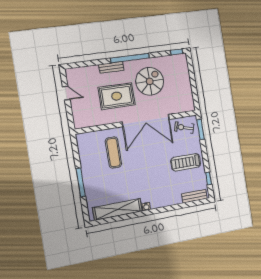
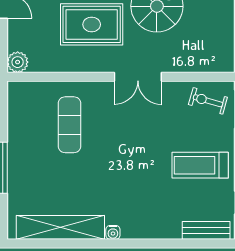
double door: (146, 121) -> (138, 77), width x0.54
plant: (79, 123) -> (18, 62), added

